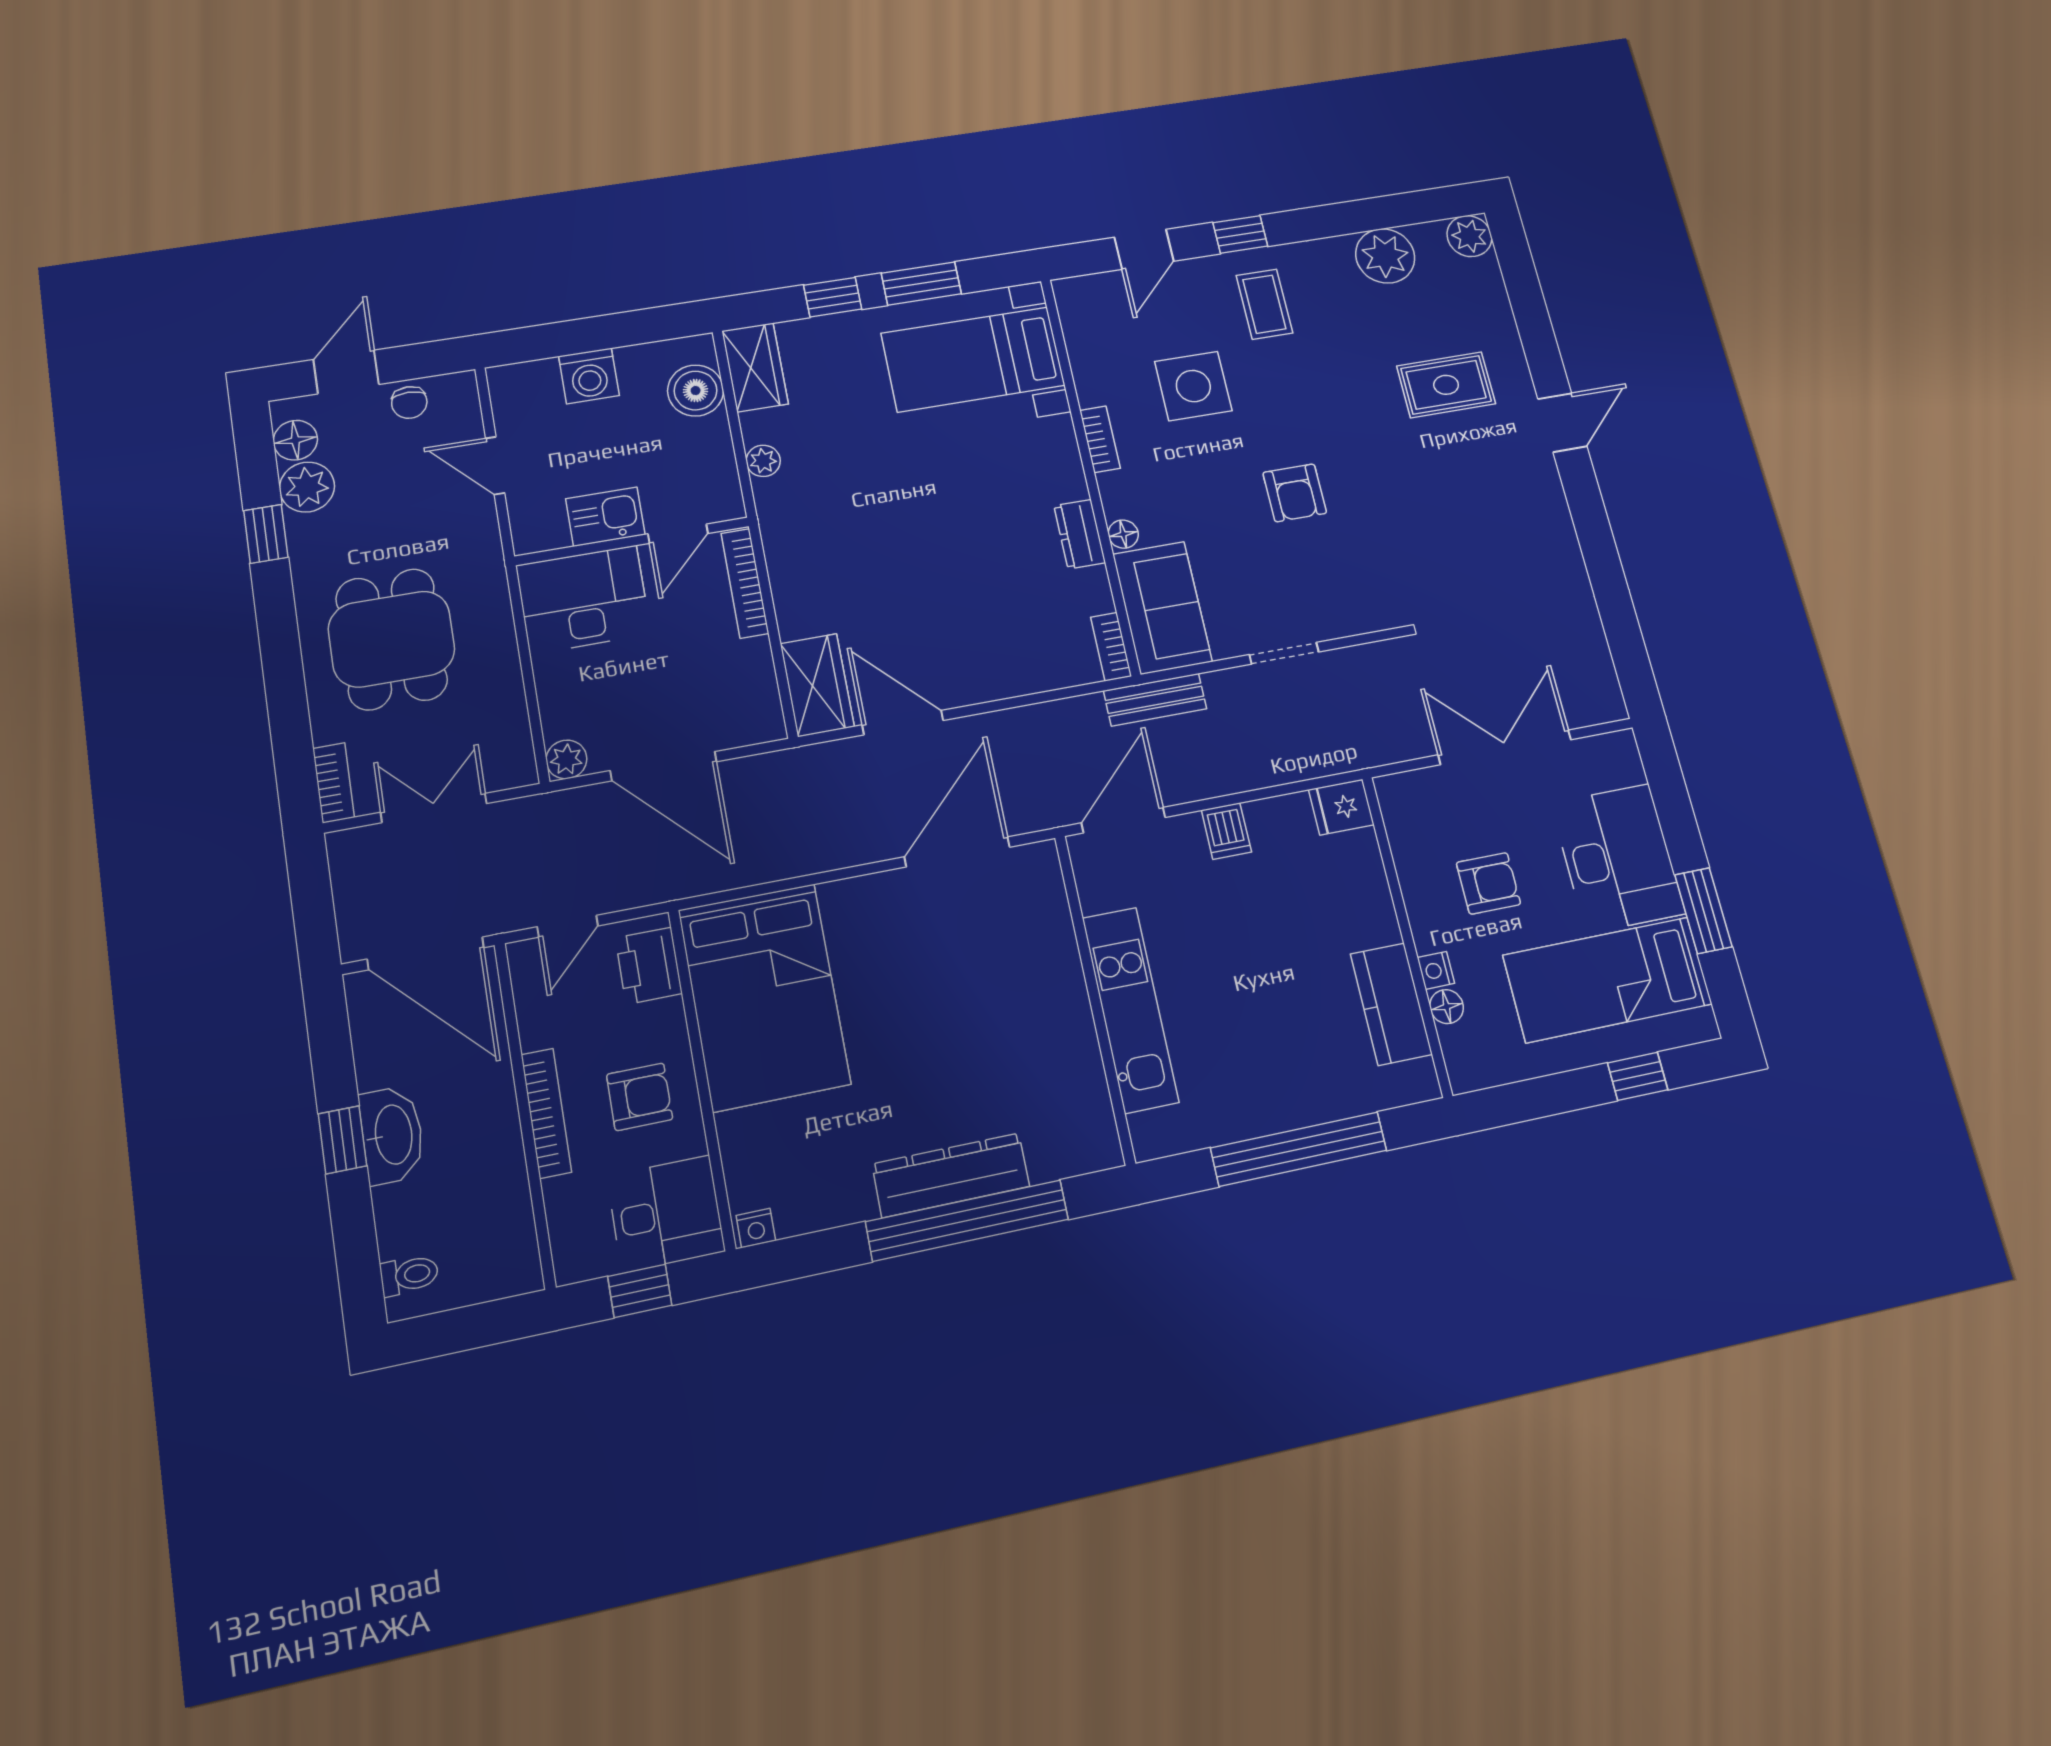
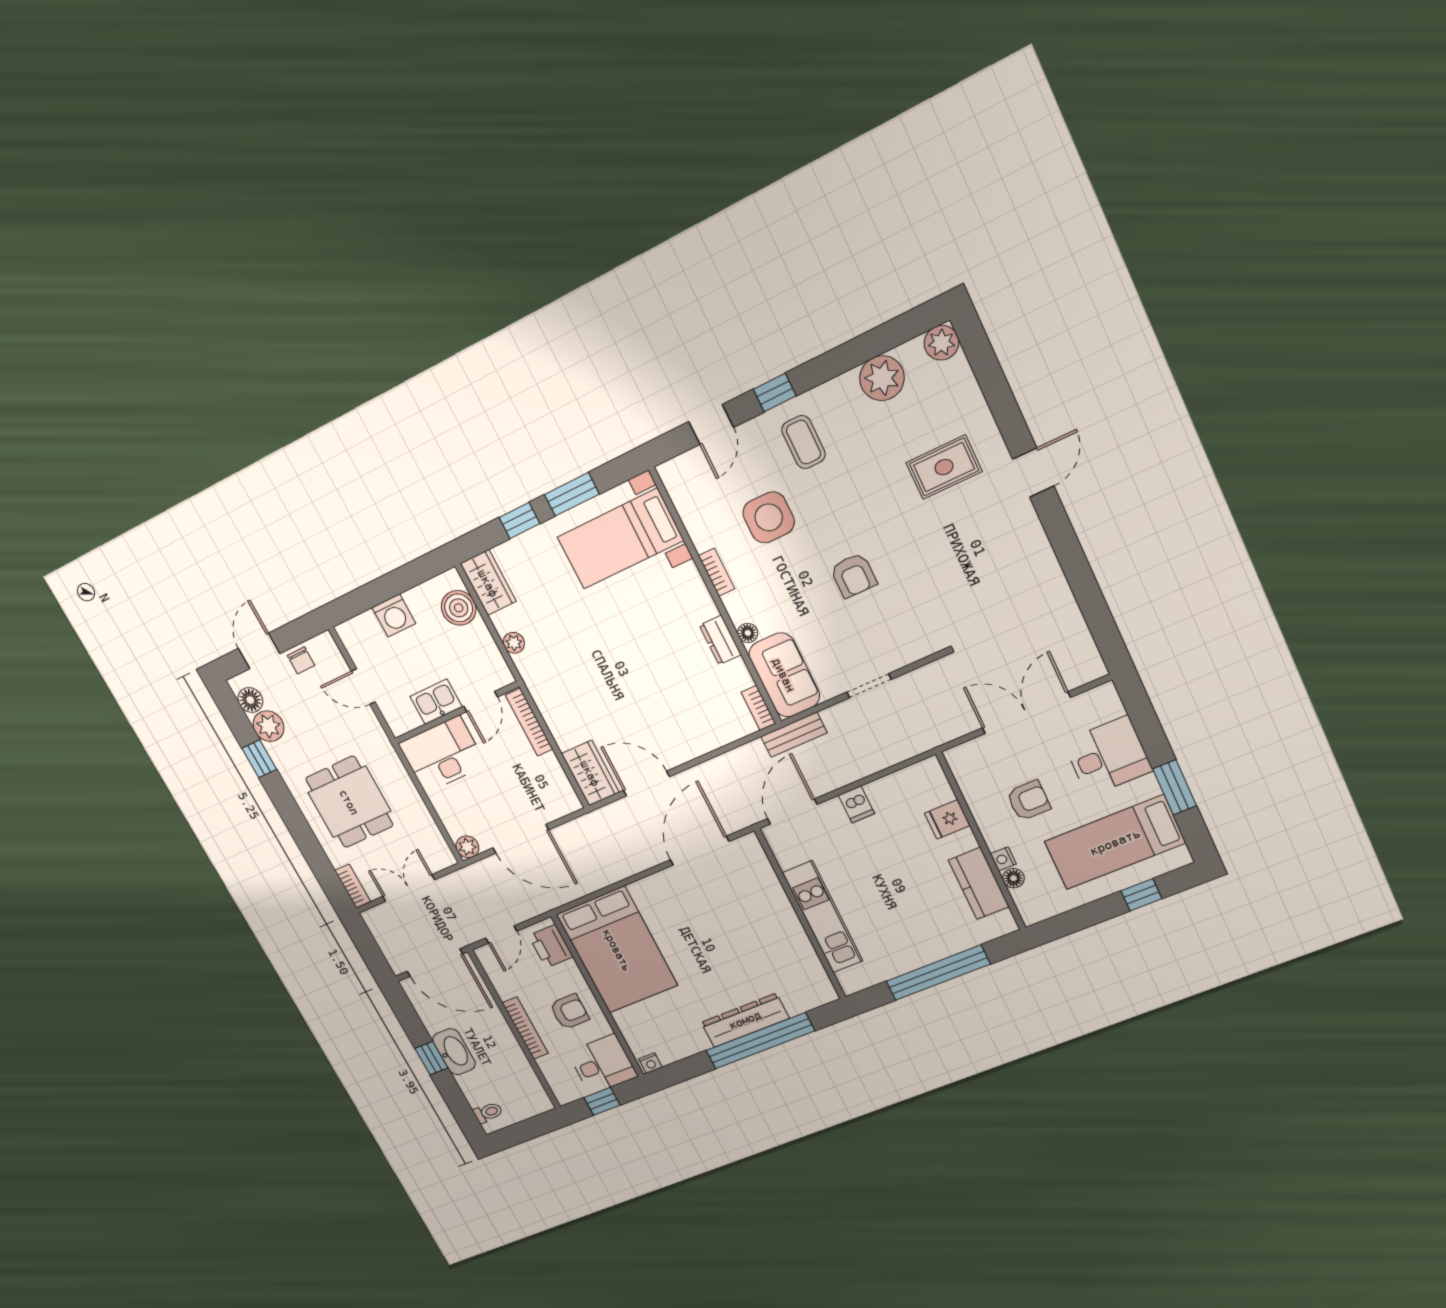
fridge: (1341, 807) -> (947, 819), moved
desk: (1618, 858) -> (1108, 756), width x0.73

